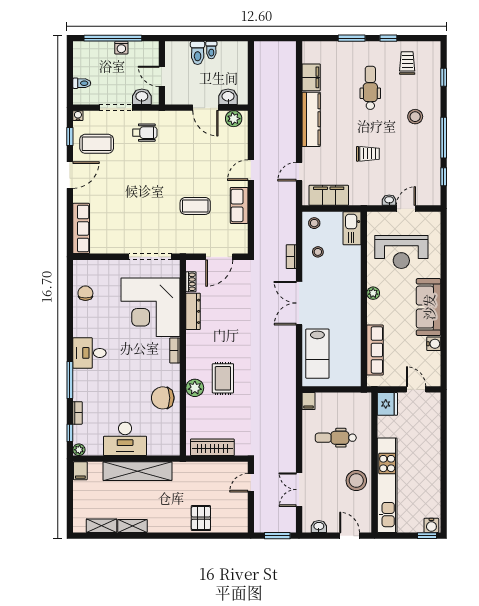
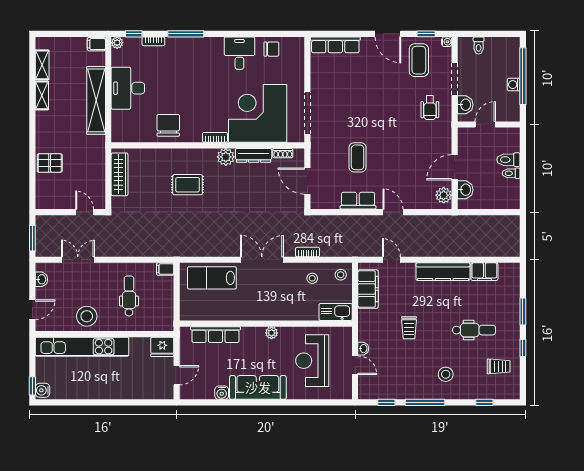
desk: (89, 353) -> (239, 53), moved
plant: (195, 388) -> (226, 157), moved

